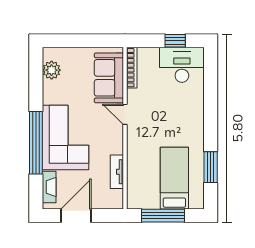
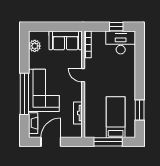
sofa: (109, 78) -> (66, 40), moved, turned -90

